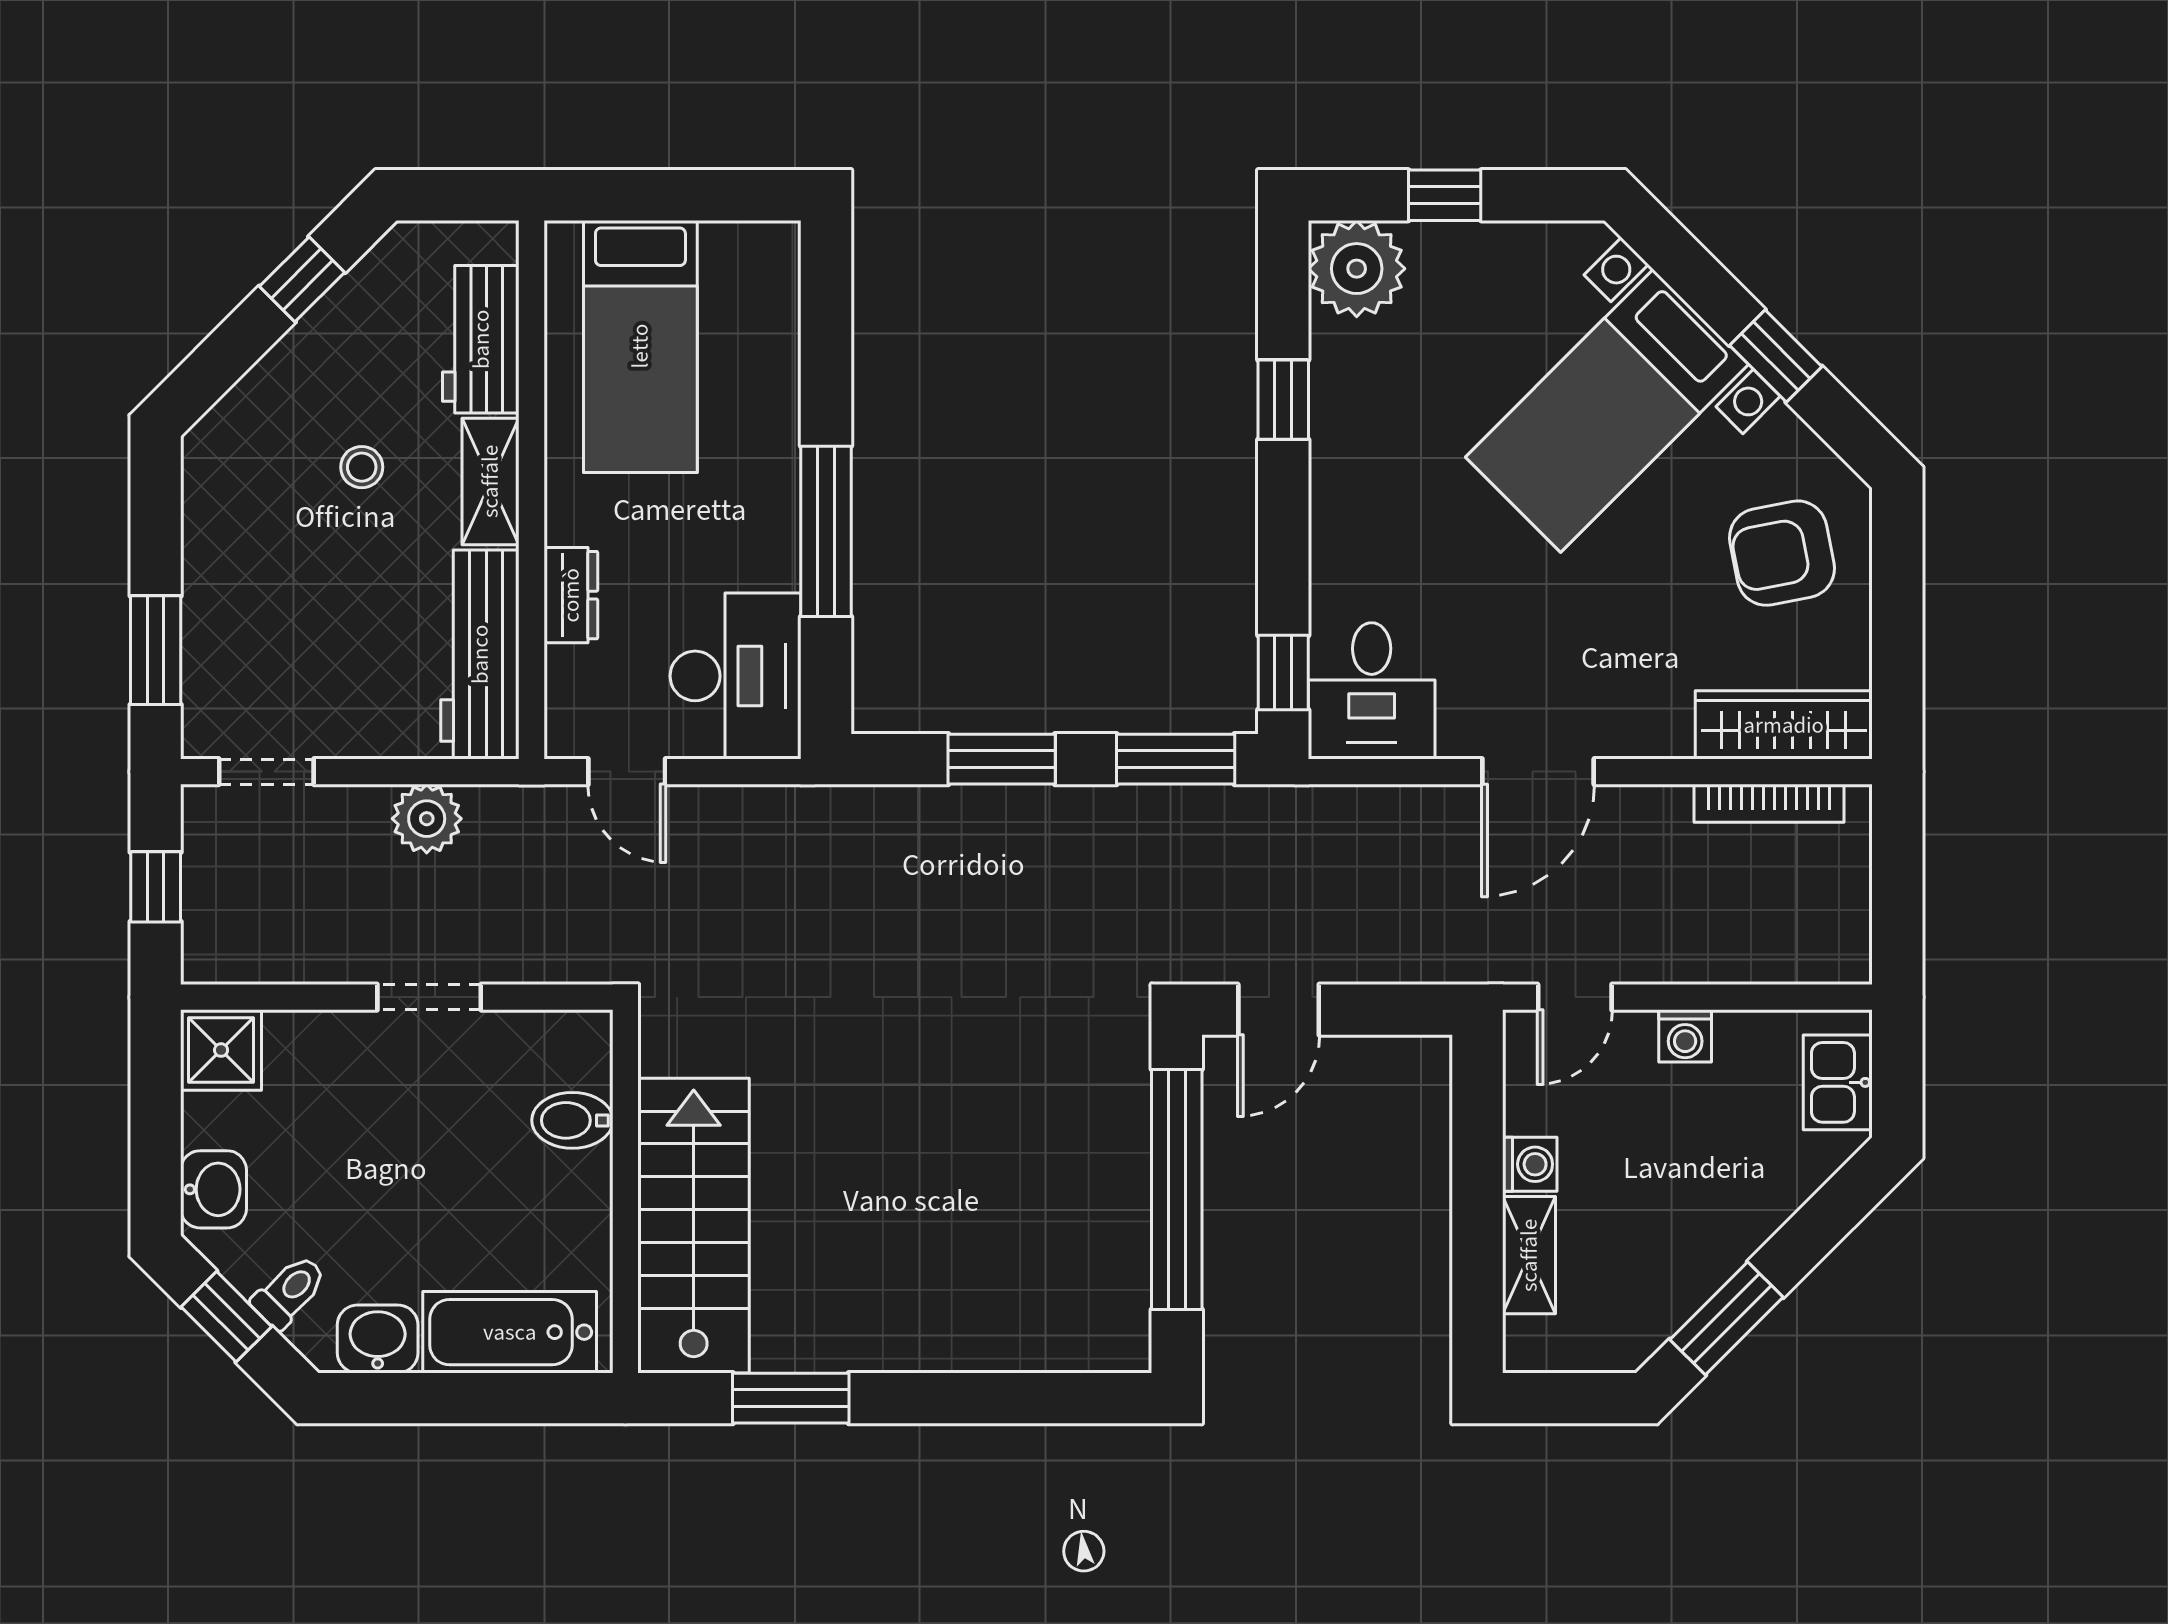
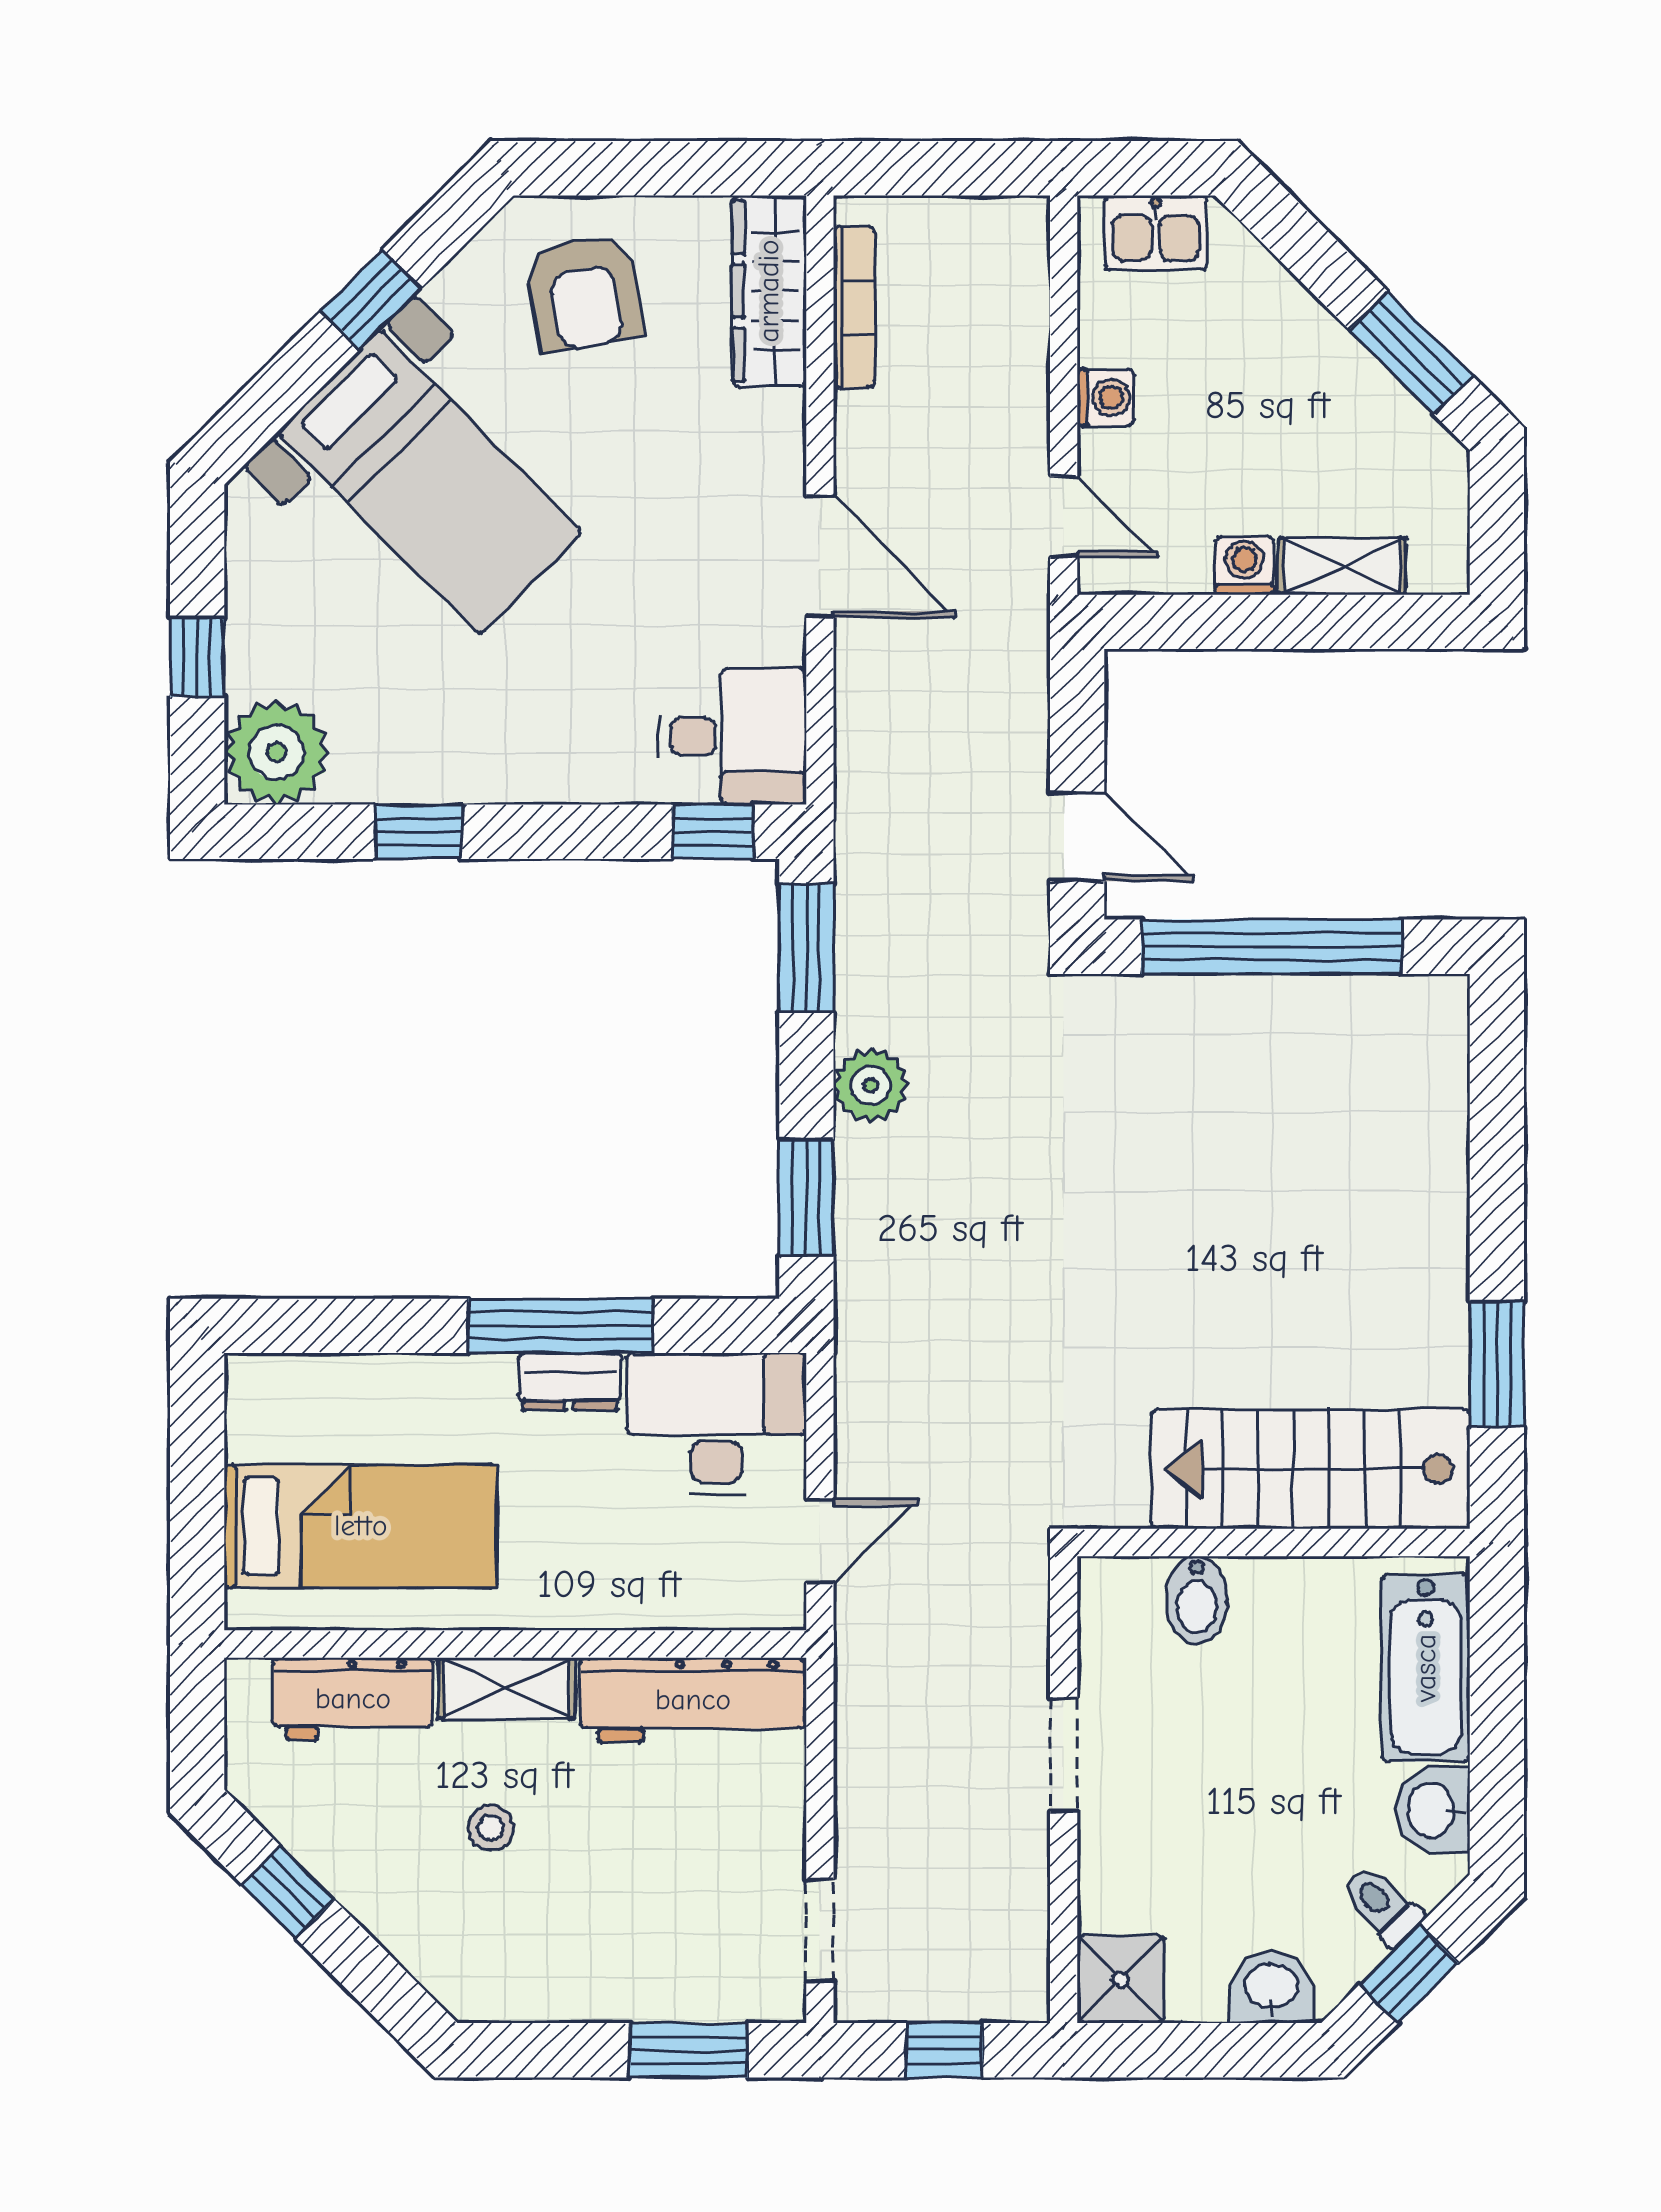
dresser: (571, 595) -> (570, 1382), moved, turned 180
window: (1002, 759) -> (806, 1198), moved
plant: (427, 819) -> (871, 1085), moved

